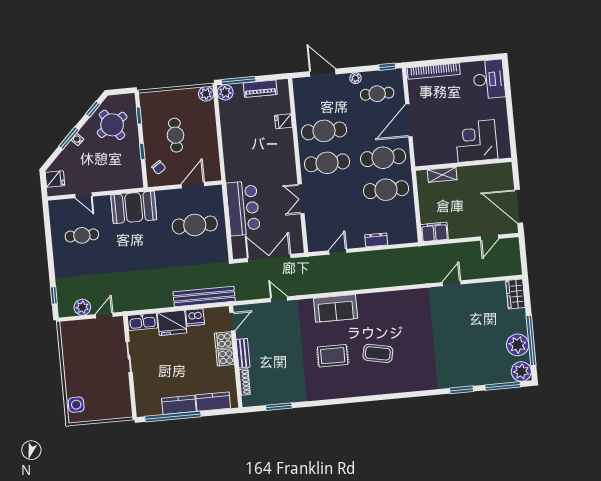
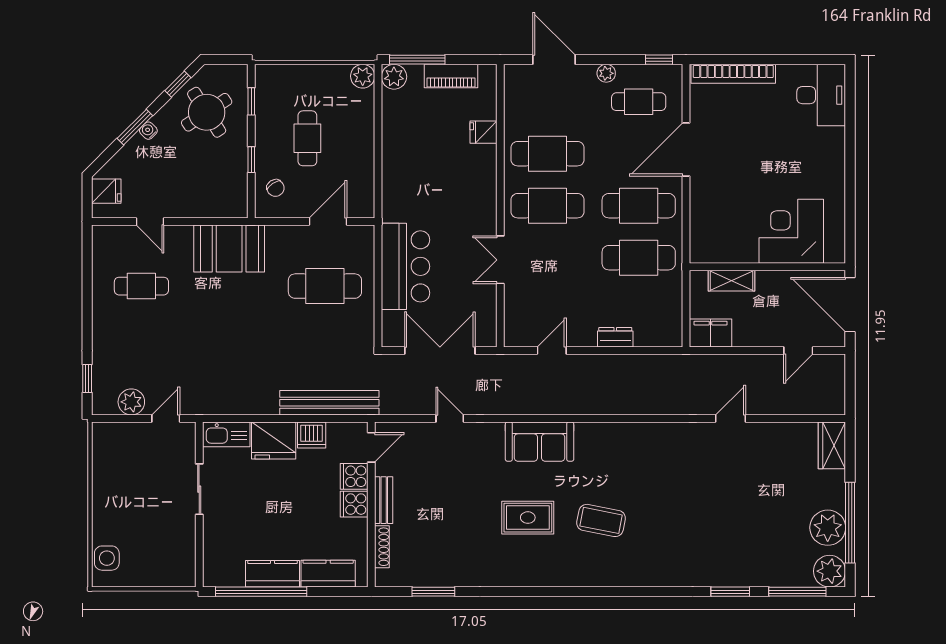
corner desk: (476, 141) -> (791, 231), moved
wall: (463, 164) -> (767, 267), moved
shelving: (442, 175) -> (732, 281), moved

